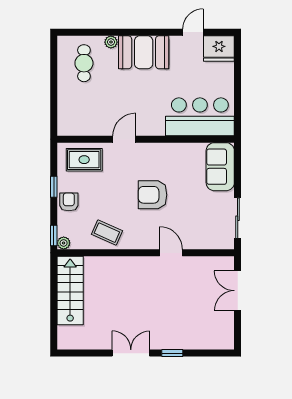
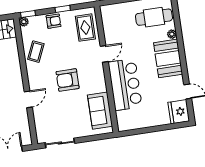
cafe table: (84, 63) -> (154, 17), width x1.37, depth x1.35
bar counter: (200, 117) -> (125, 85), moved
door: (124, 139) -> (104, 54), hinge flipped
sofa: (220, 167) -> (100, 111), moved, turned -90
armchair: (153, 195) -> (68, 80), turned -90

